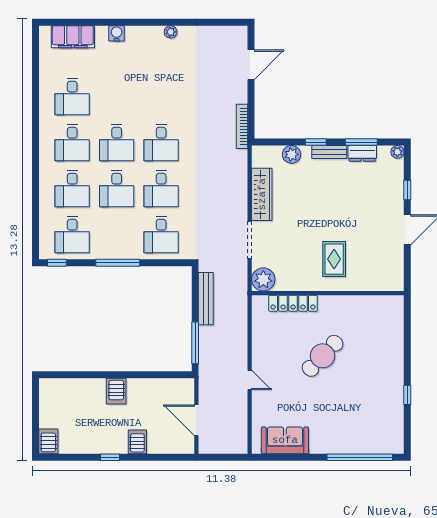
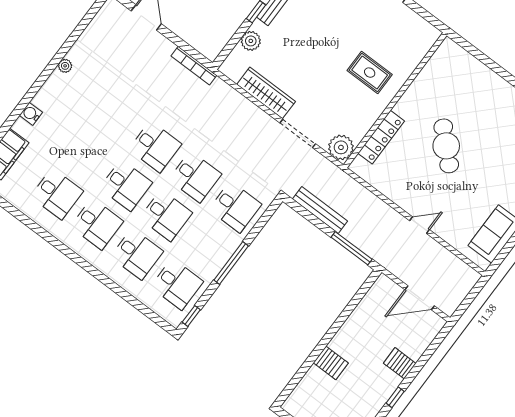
server rack: (116, 391) -> (331, 363), moved

